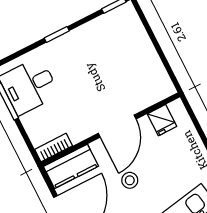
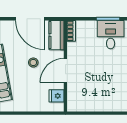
door: (117, 126) -> (65, 70), hinge flipped

